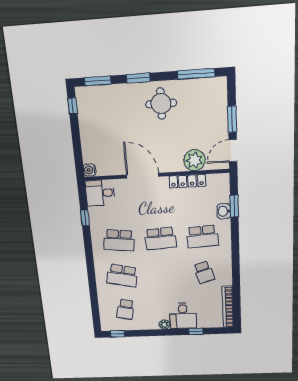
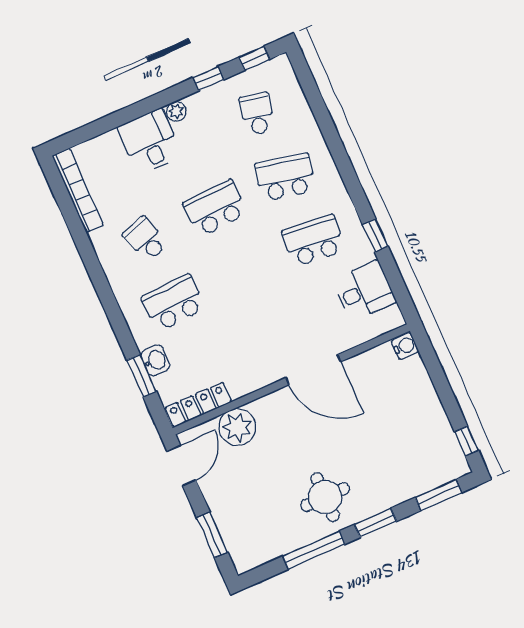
window: (196, 74) -> (314, 550), moved
window: (232, 119) -> (212, 535), moved
locker: (187, 181) -> (198, 405), moved
desk: (100, 193) -> (364, 291), moved
window: (85, 218) -> (375, 235), moved
school desk: (160, 238) -> (215, 208), moved
window: (196, 331) -> (208, 79), moved

